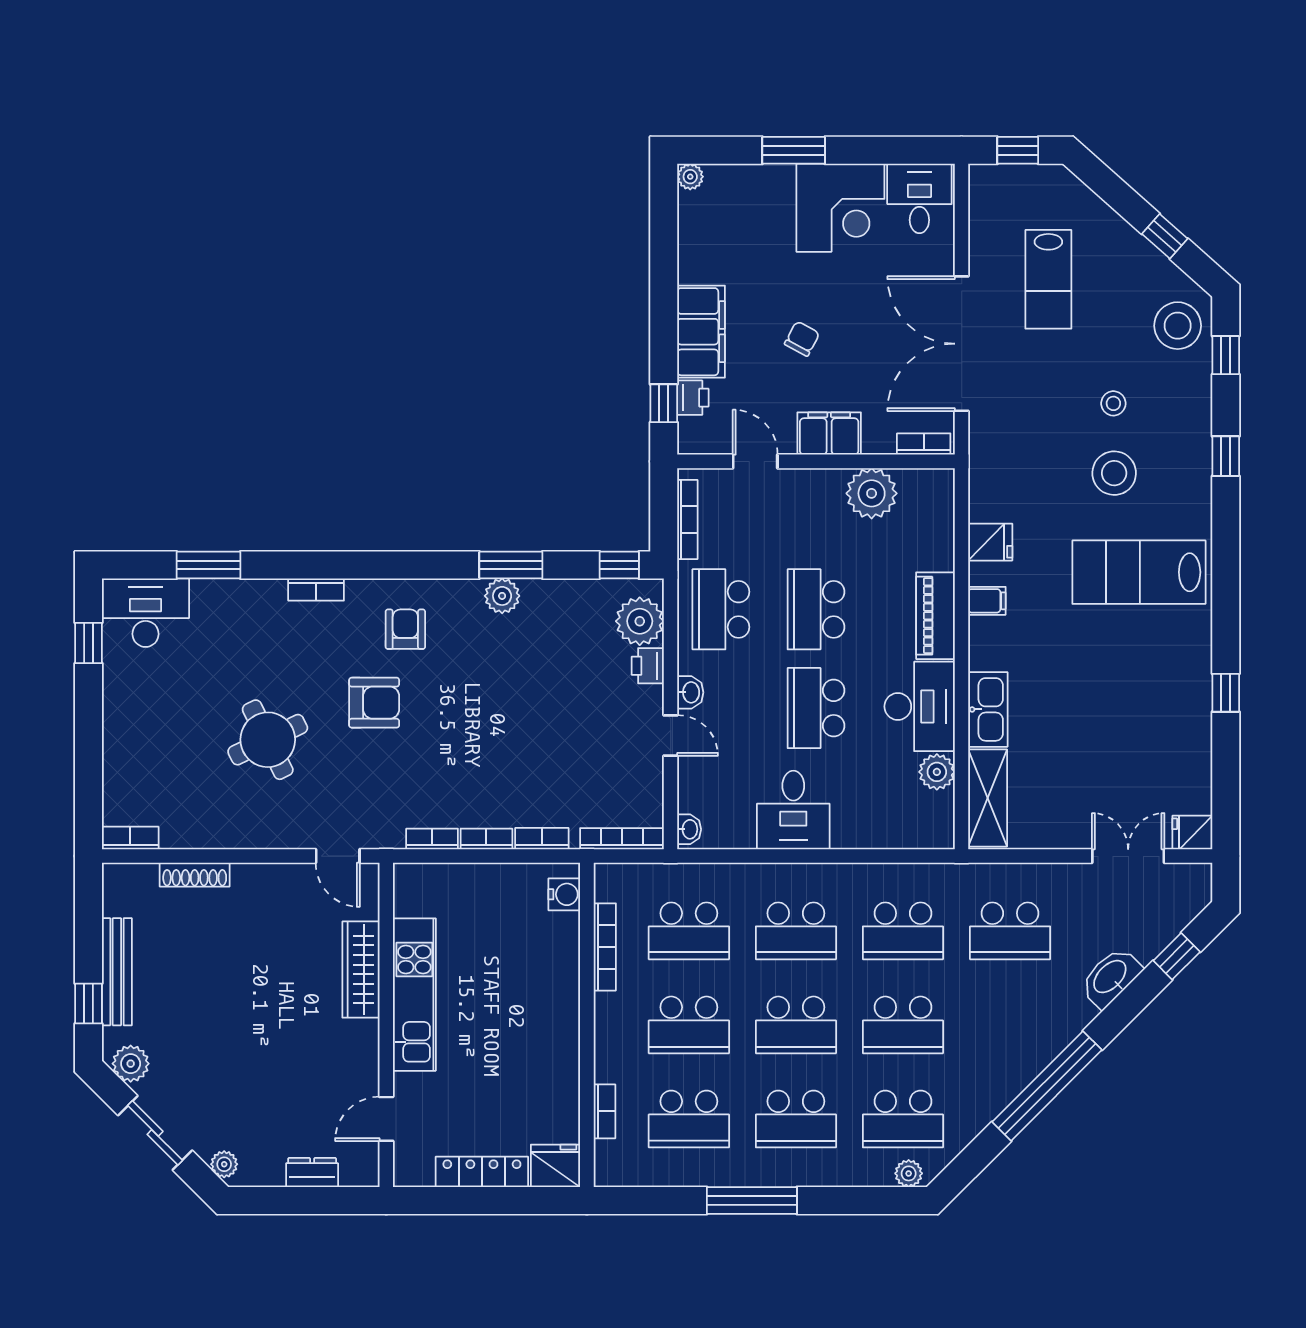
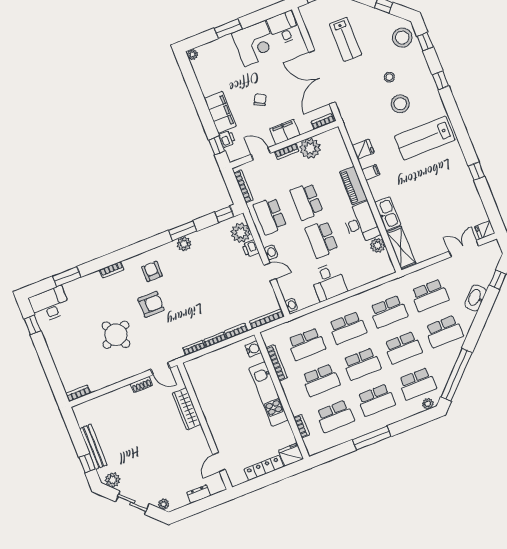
bookcase: (816, 479) -> (287, 151), added
shoe rack: (195, 875) -> (141, 385), moved, width x0.70
kitchen unit: (414, 995) -> (269, 394), moved, turned 180
school desk: (1010, 1025) -> (444, 331), added
window: (1047, 1086) -> (457, 375), moved

